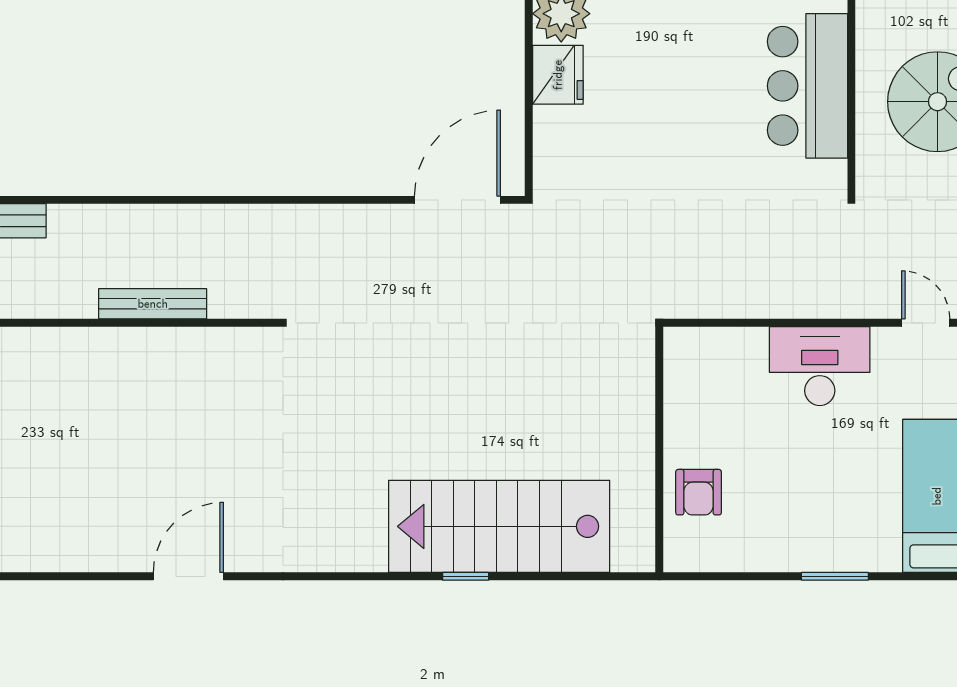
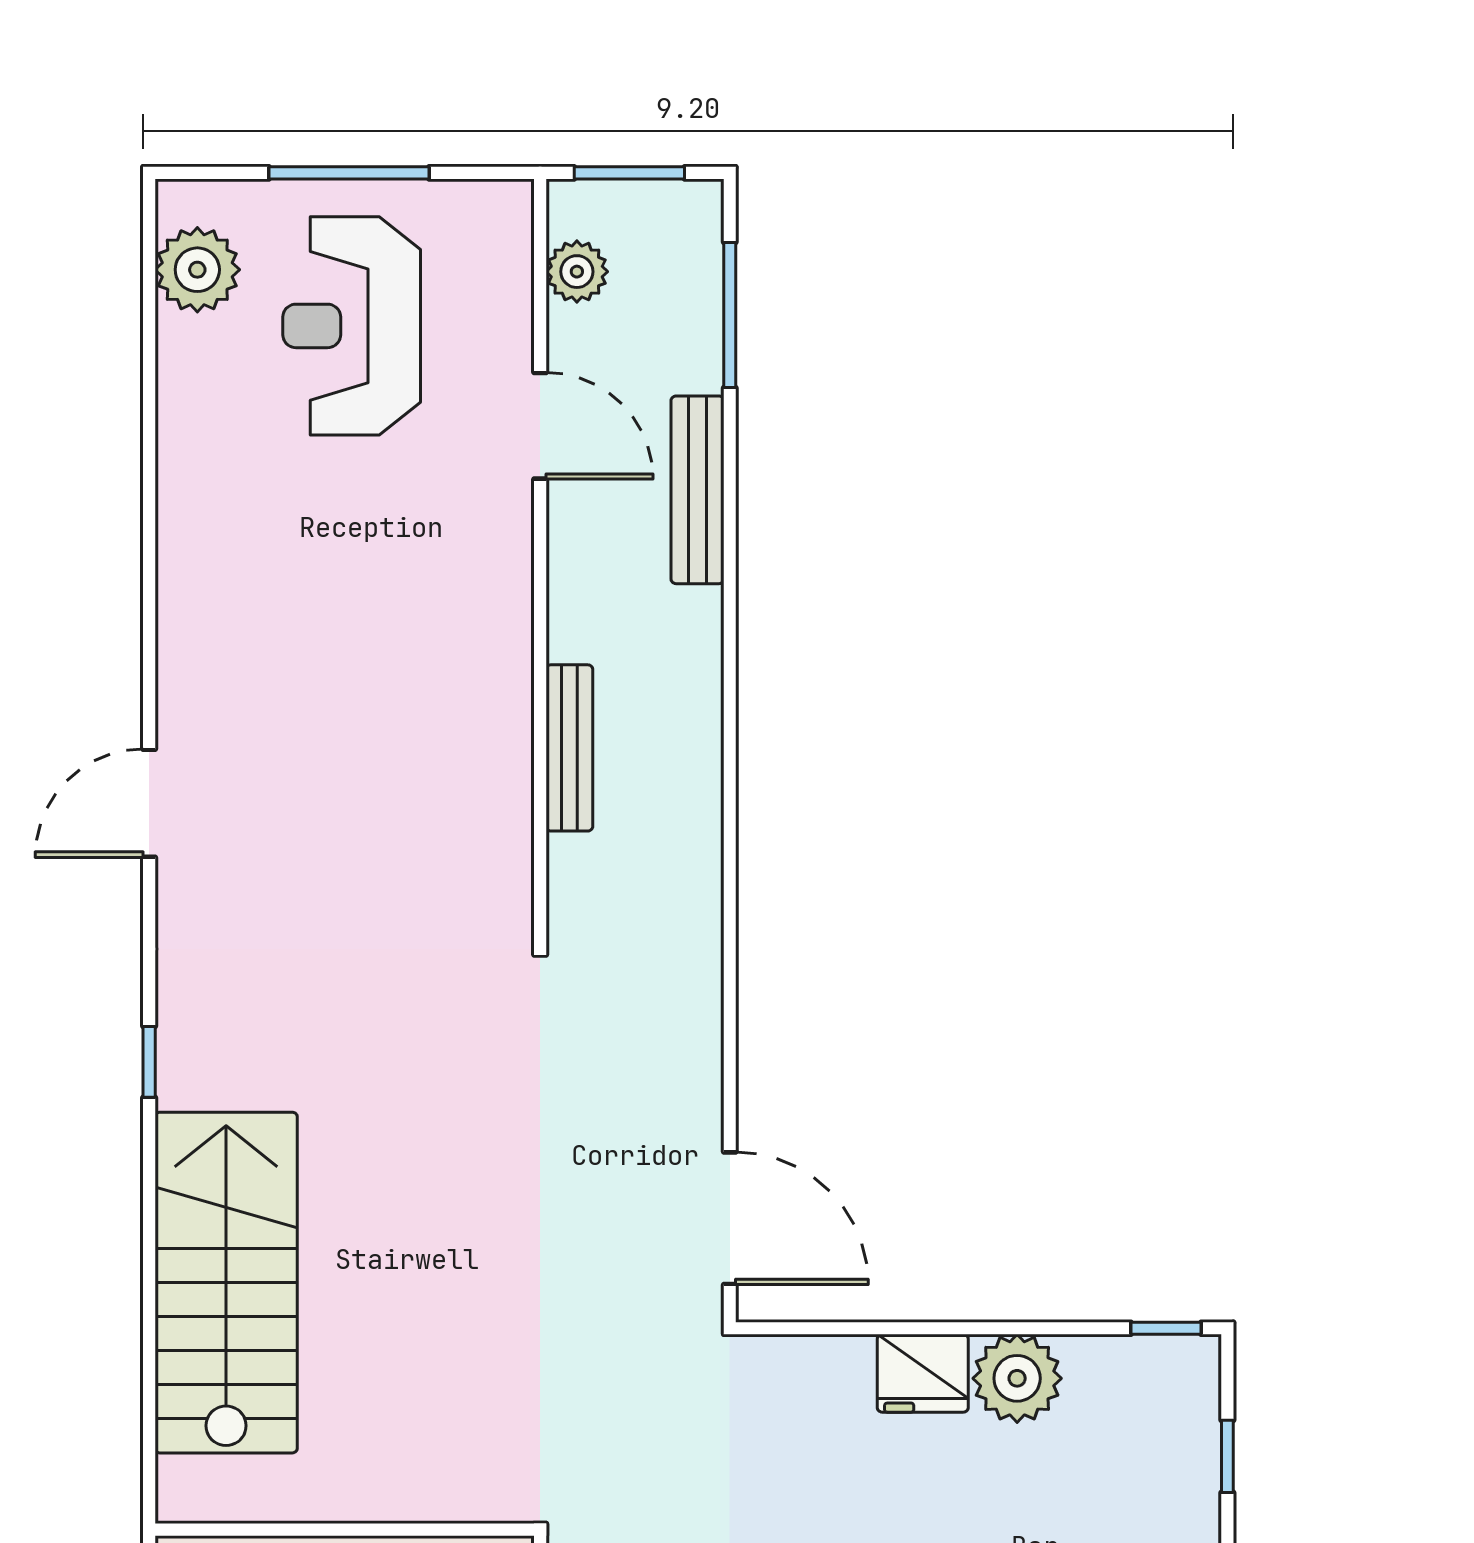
door: (188, 576) -> (149, 803), swing flipped
window: (466, 576) -> (149, 1062), moved

